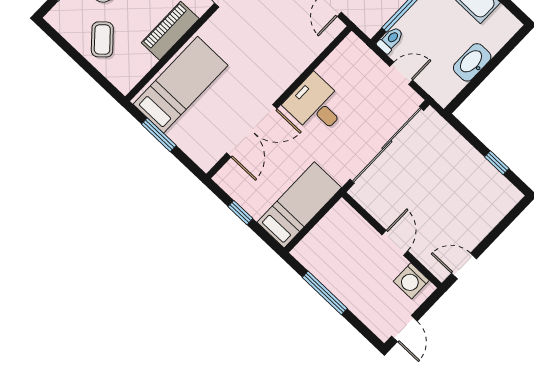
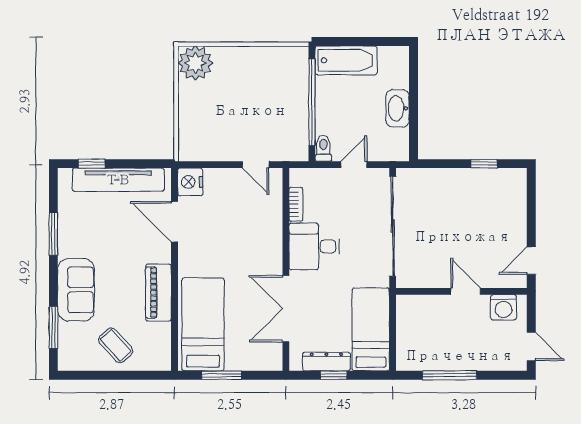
bookcase: (332, 62) -> (296, 204), added
double door: (252, 131) -> (286, 309), swing flipped
dresser: (245, 198) -> (326, 362), added

